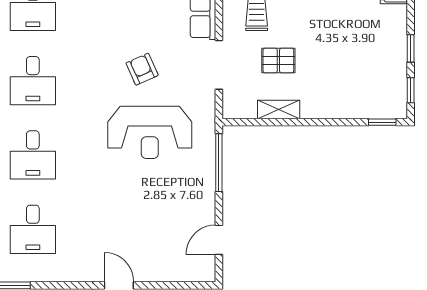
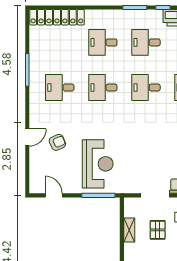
armchair: (142, 69) -> (57, 142), moved
reception desk: (150, 132) -> (98, 164), moved, turned 180

